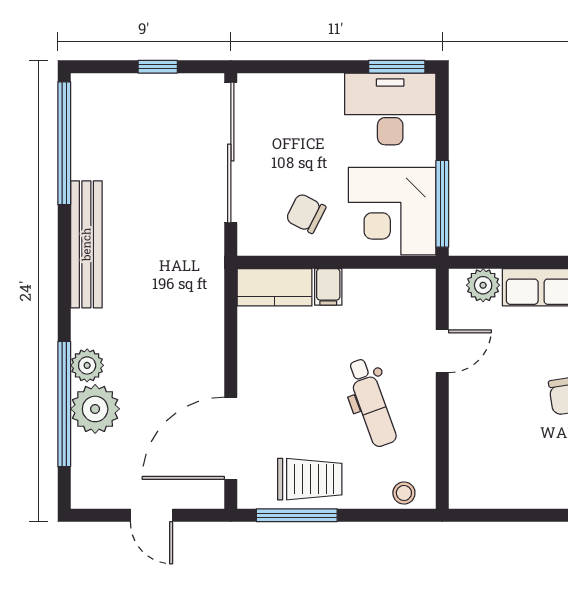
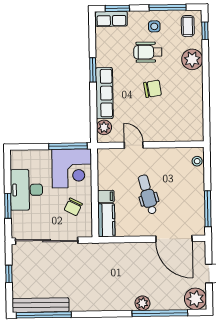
window: (397, 67) -> (8, 206), moved
desk: (390, 109) -> (26, 190), moved
bench: (86, 244) -> (41, 305), moved
dental chair: (371, 403) -> (148, 194), moved, turned -85
plant: (95, 409) -> (195, 299), moved
trolley: (310, 479) -> (192, 203), removed

